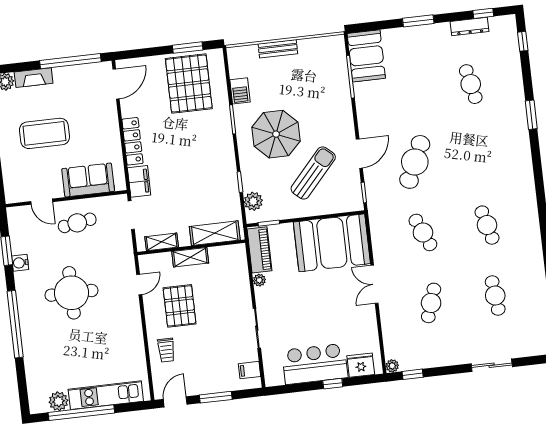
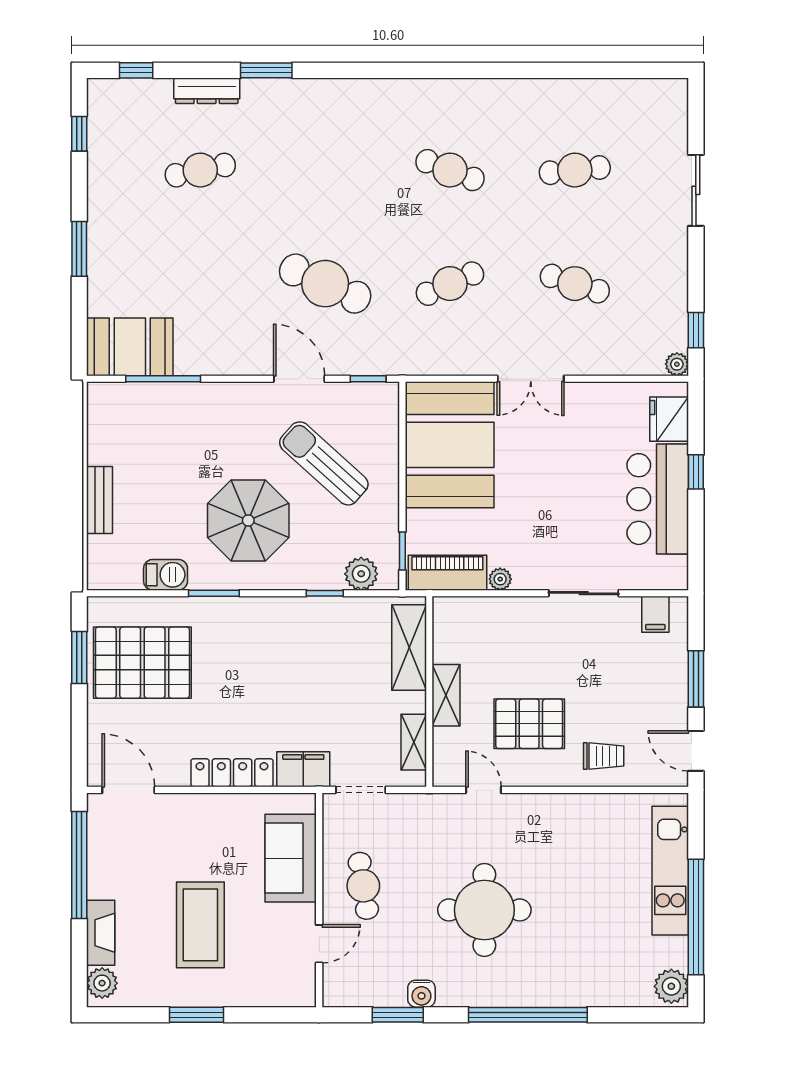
dresser: (470, 27) -> (207, 91), moved, turned 90
cafe table: (487, 225) -> (450, 170), turned 36
plant: (58, 401) -> (671, 986), moved

